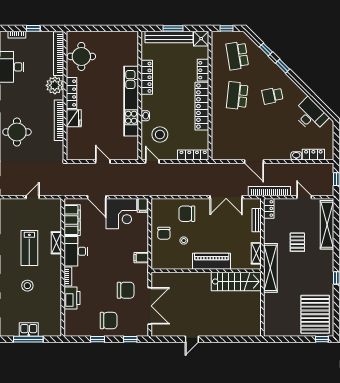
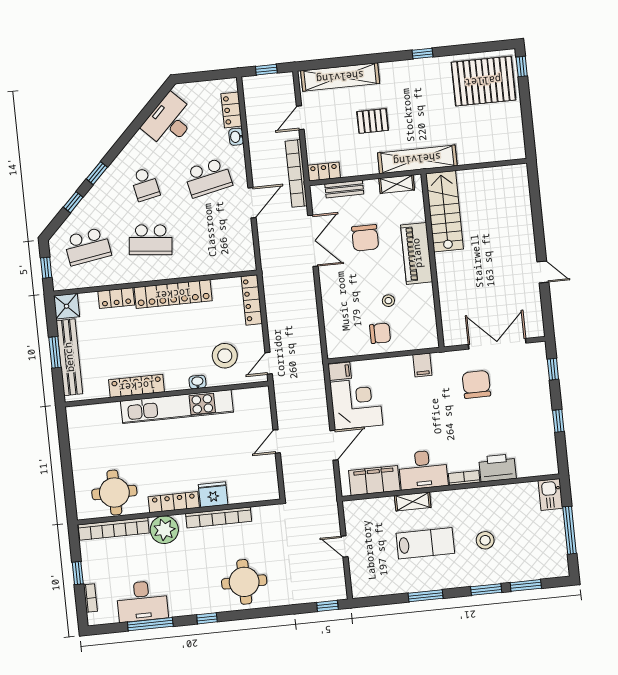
school desk: (272, 136) -> (208, 178), added
chair: (187, 214) -> (365, 238), moved
chair: (109, 321) -> (527, 406), removed
kitchen sink: (29, 330) -> (550, 494), moved

